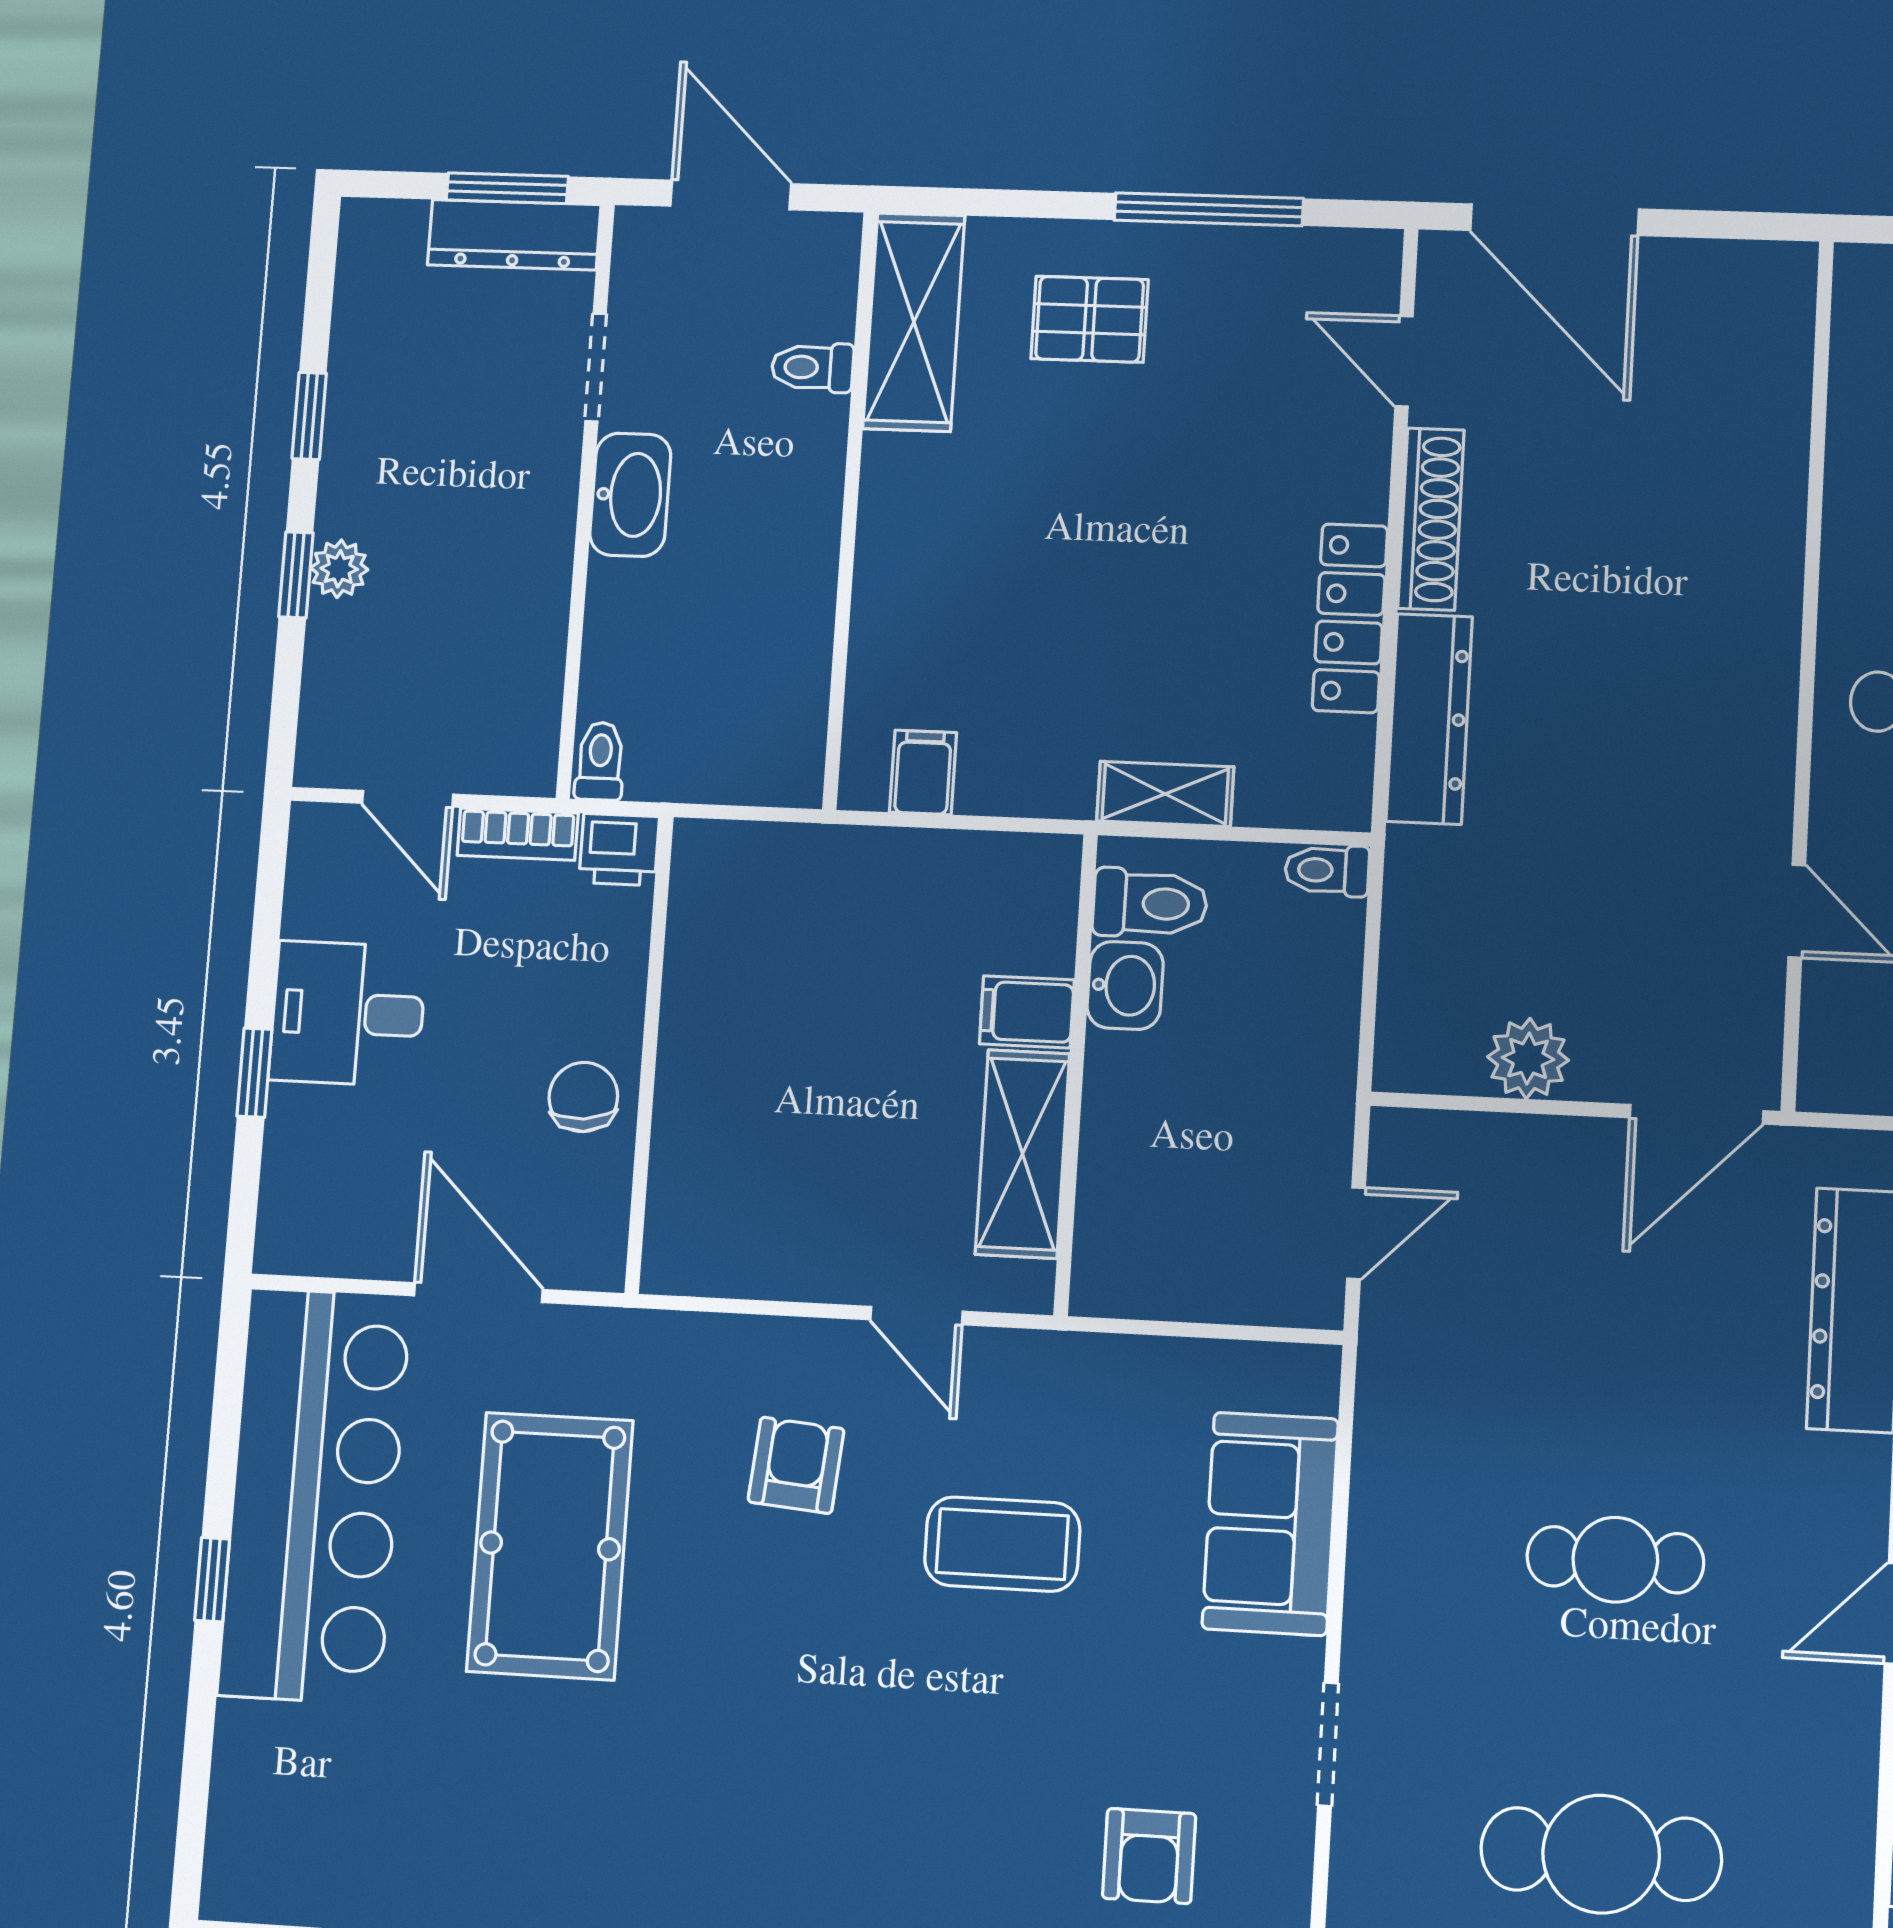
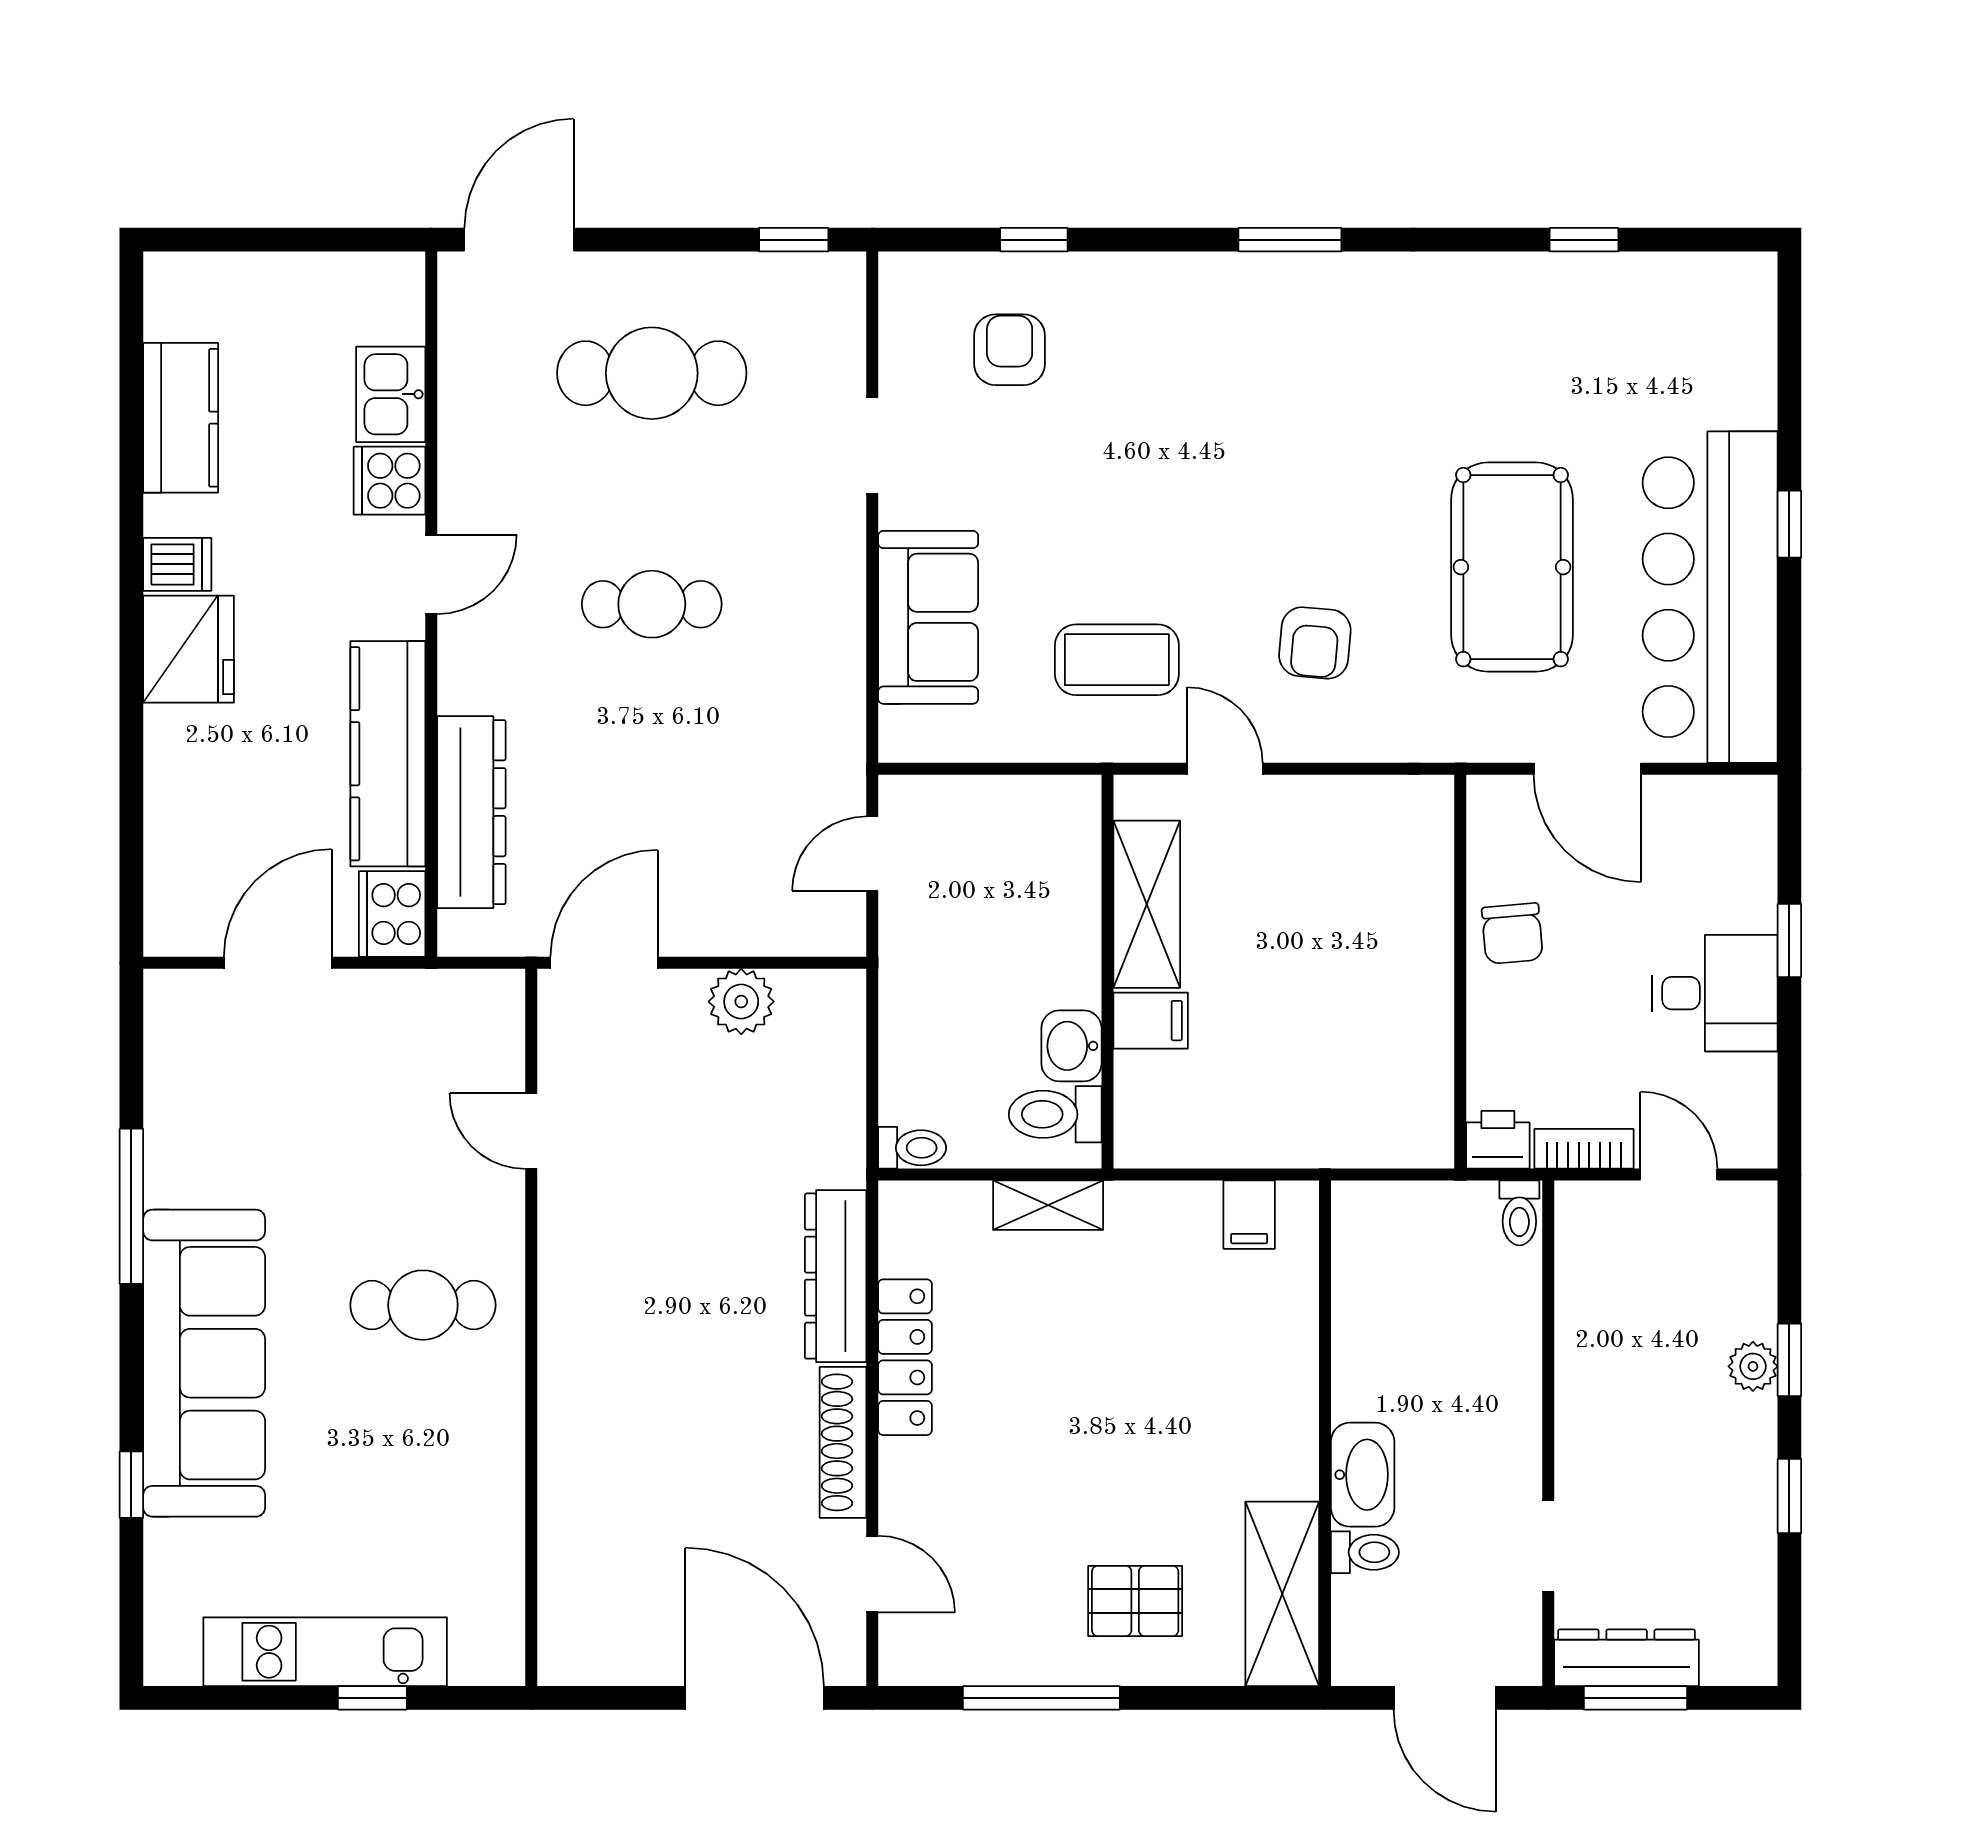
washbasin: (630, 495) -> (1363, 1475), moved, turned 180
coffee table: (1002, 1544) -> (1117, 660), moved

